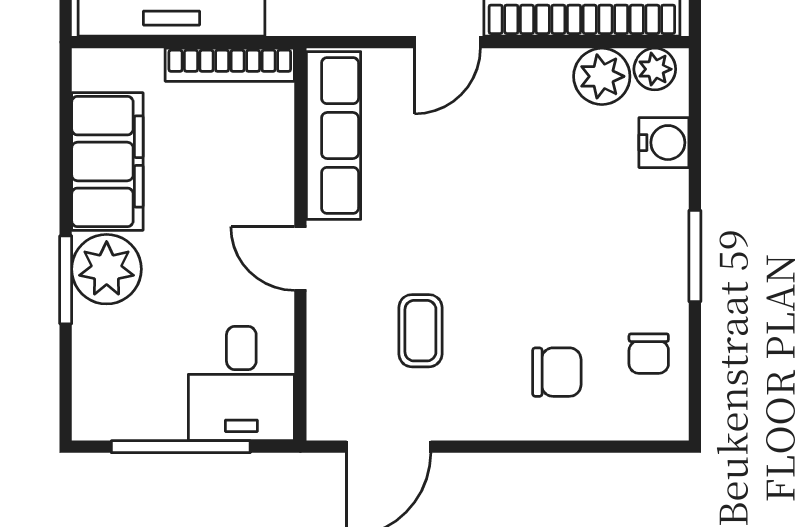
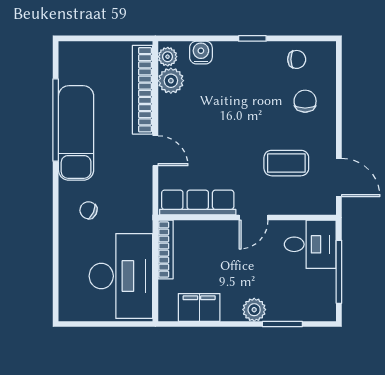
filing cabinet: (107, 161) -> (199, 307), width x0.67, depth x0.86
window: (695, 256) -> (252, 38), width x0.67
plant: (107, 269) -> (254, 310), width x0.73, depth x0.73
window: (66, 280) -> (282, 324), moved
coffee table: (420, 331) -> (286, 163), width x1.36, depth x1.30

